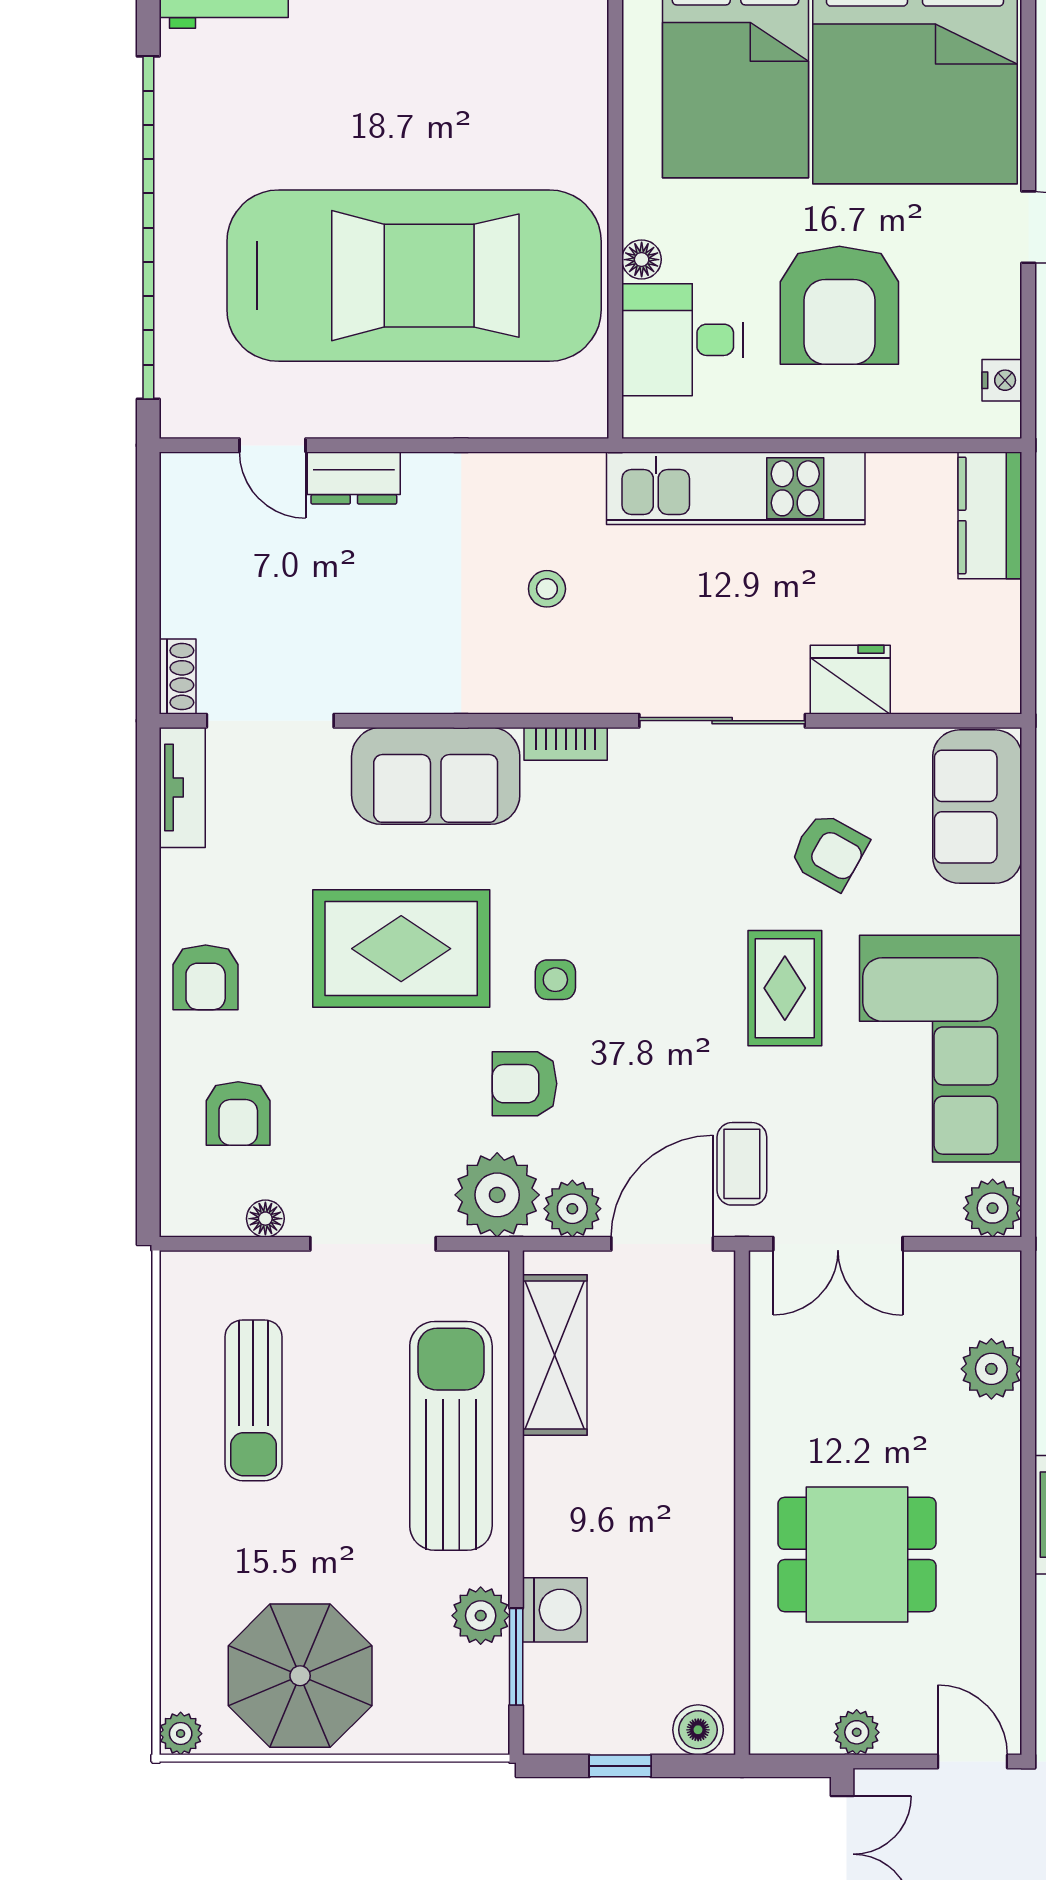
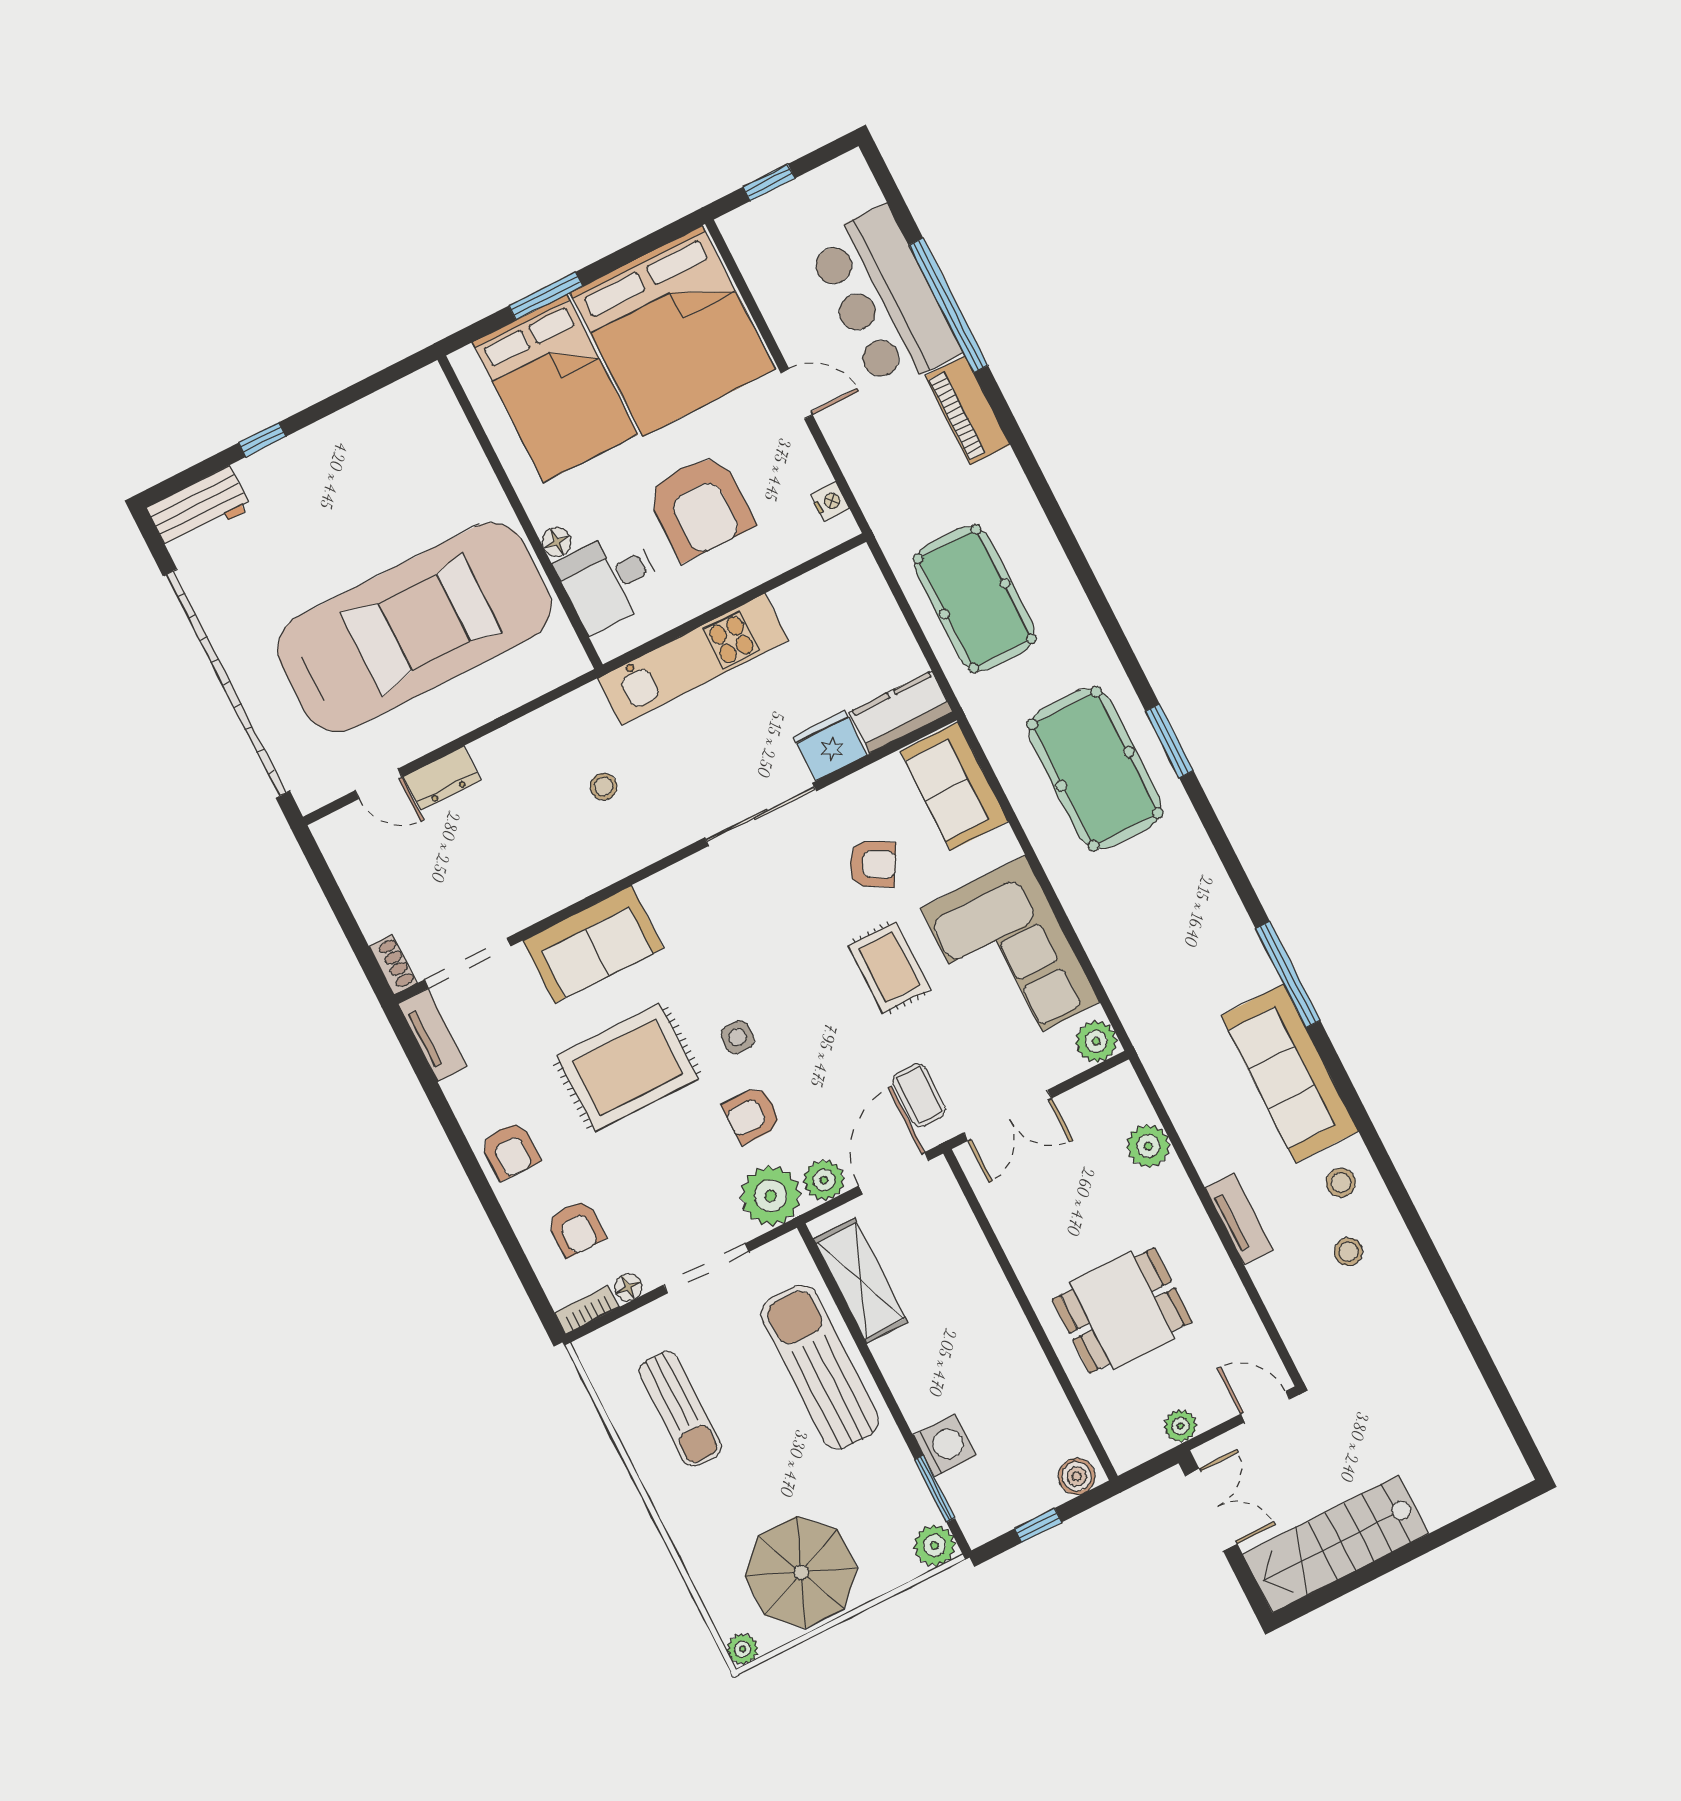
kitchen counter: (990, 515) -> (901, 712), moved, turned 90
bookcase: (566, 744) -> (587, 1310), moved, turned 180
plant: (481, 1616) -> (935, 1545), moved

